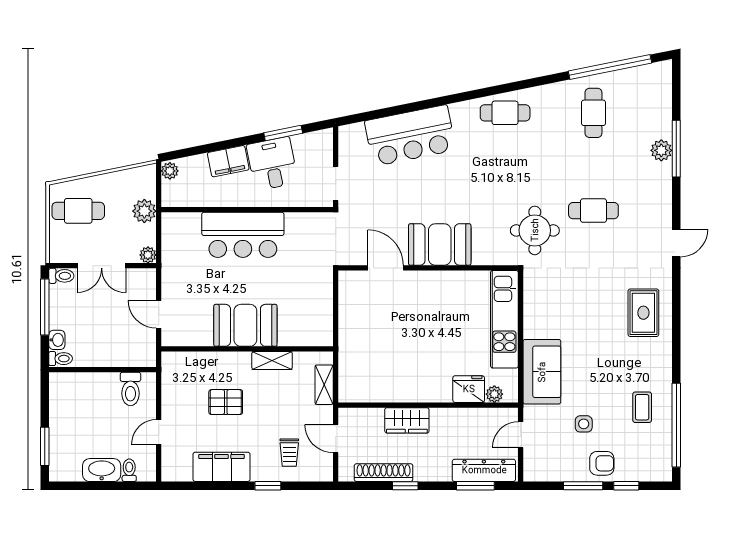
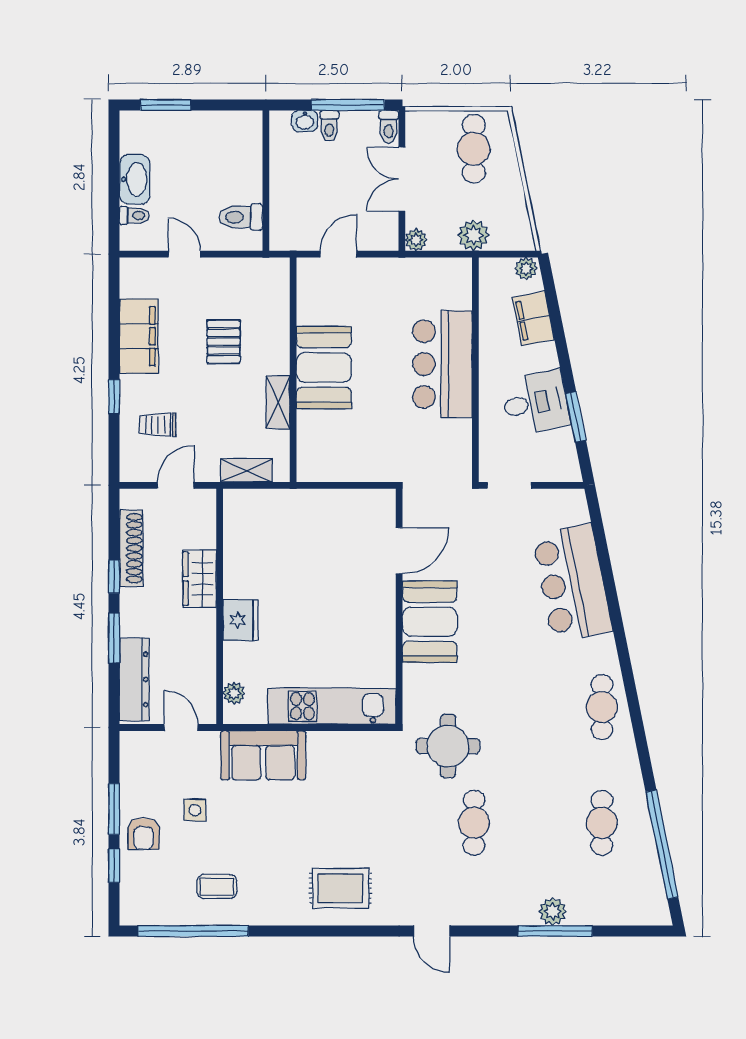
cafe table: (593, 113) -> (602, 823), turned 90
filing cabinet: (228, 161) -> (533, 318), moved
toilet: (61, 359) -> (329, 126), moved
fridge: (469, 389) -> (241, 620), moved
window: (475, 486) -> (114, 638), moved

